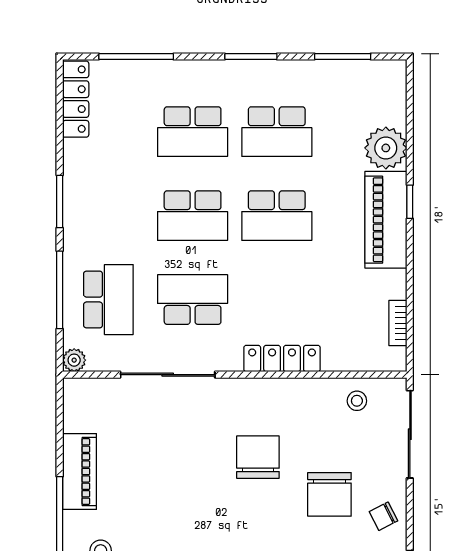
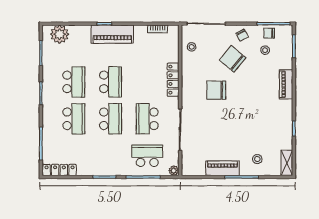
plant: (386, 148) -> (60, 34), moved
chair: (329, 494) -> (233, 59), turned -140

